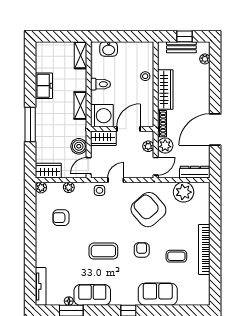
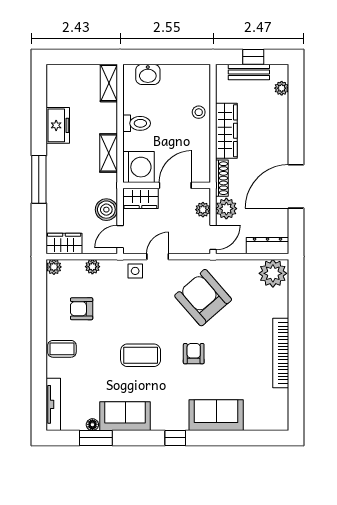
plant: (184, 192) -> (273, 273), moved
coffee table: (176, 256) -> (62, 349), moved

